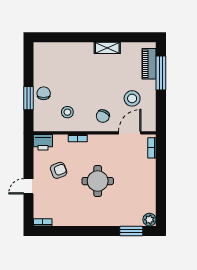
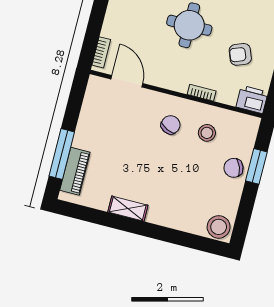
chair: (44, 93) -> (234, 168), turned 70
stool: (132, 98) -> (219, 227), moved
chair: (103, 116) -> (171, 125), moved
door: (130, 133) -> (127, 81), swing flipped

